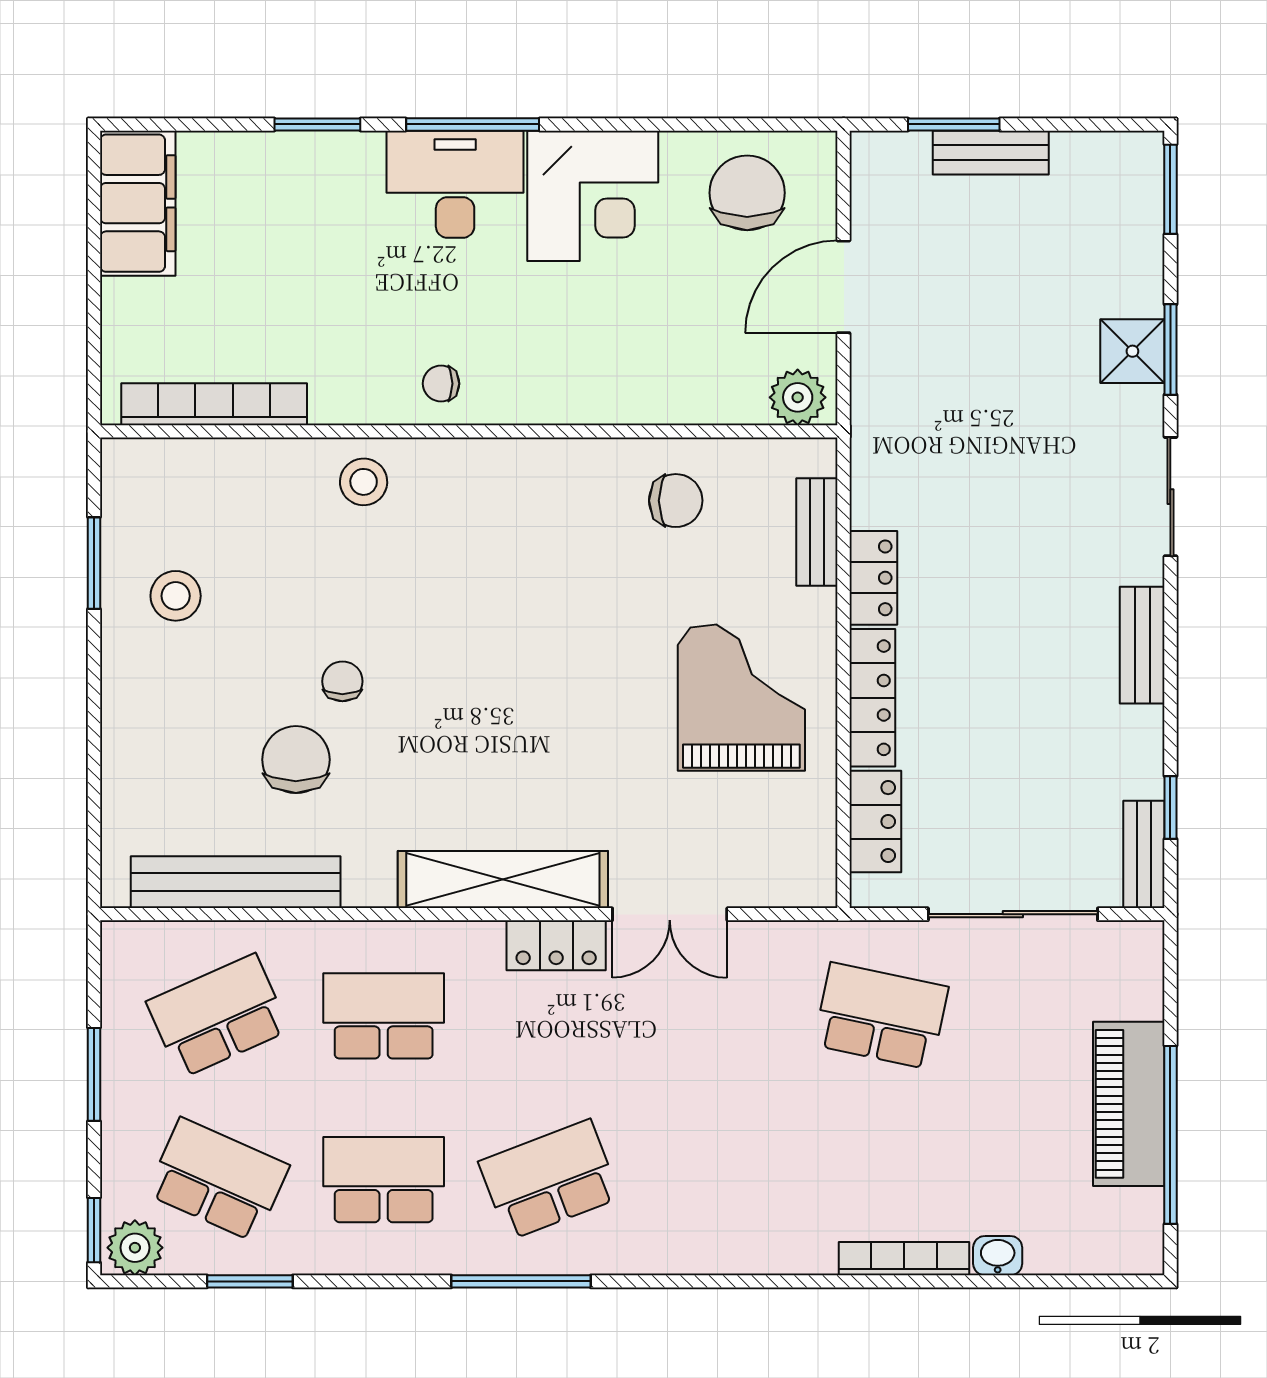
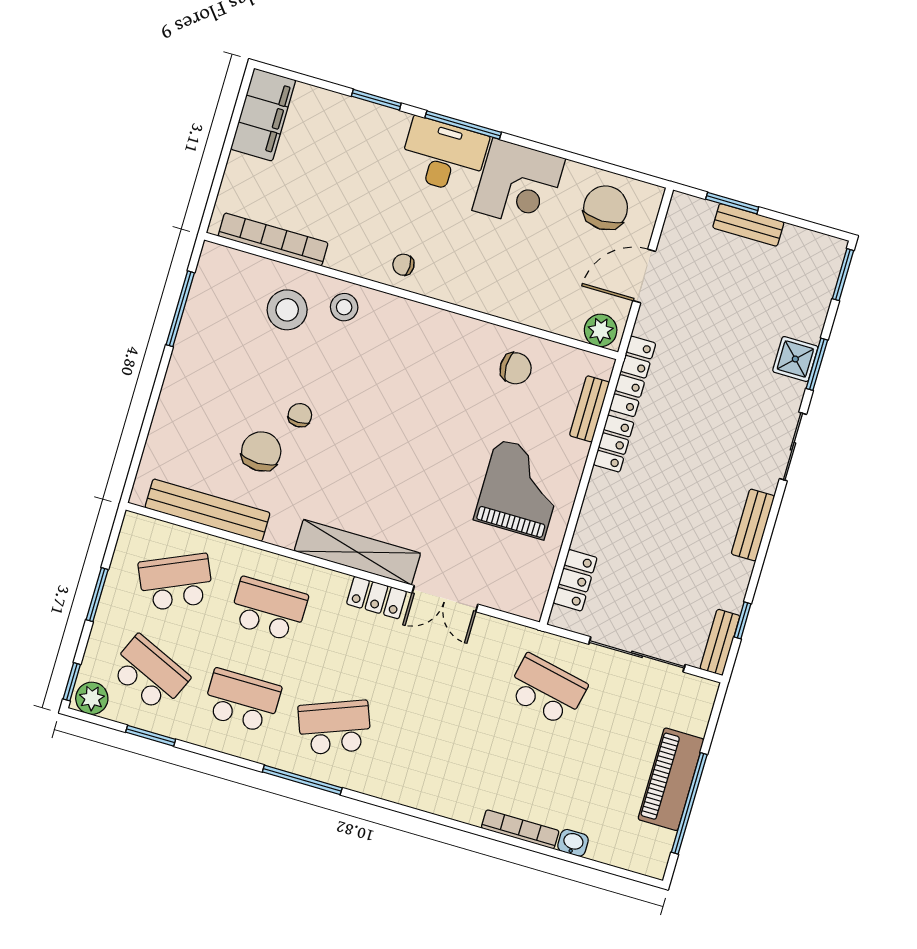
window: (94, 563) -> (180, 309), width x1.44
stool: (176, 596) -> (287, 310), moved, width x1.38, depth x1.38
locker: (872, 698) -> (633, 376), moved

